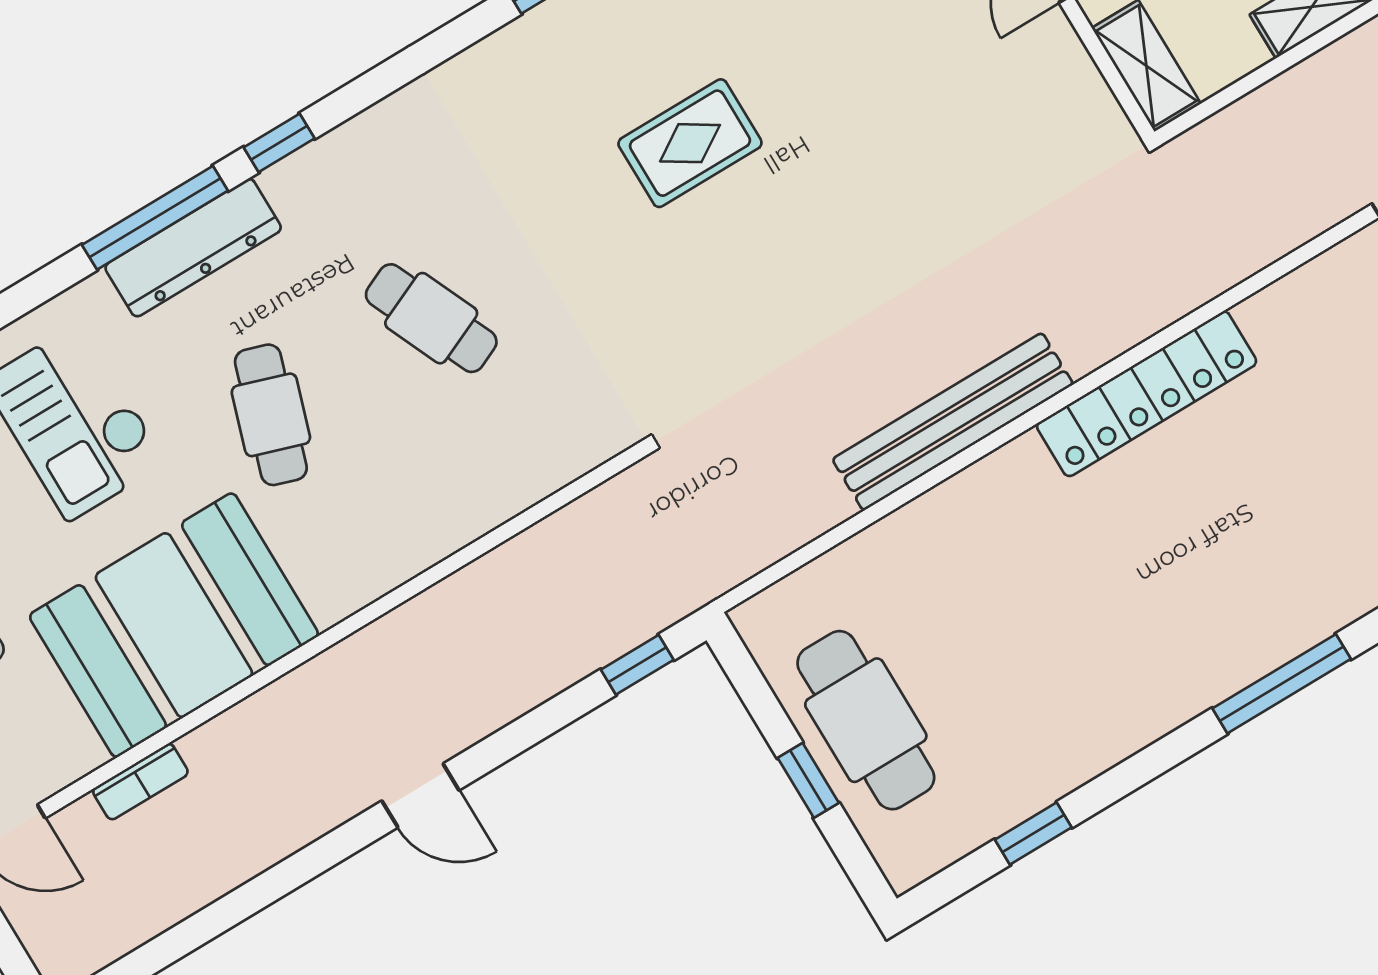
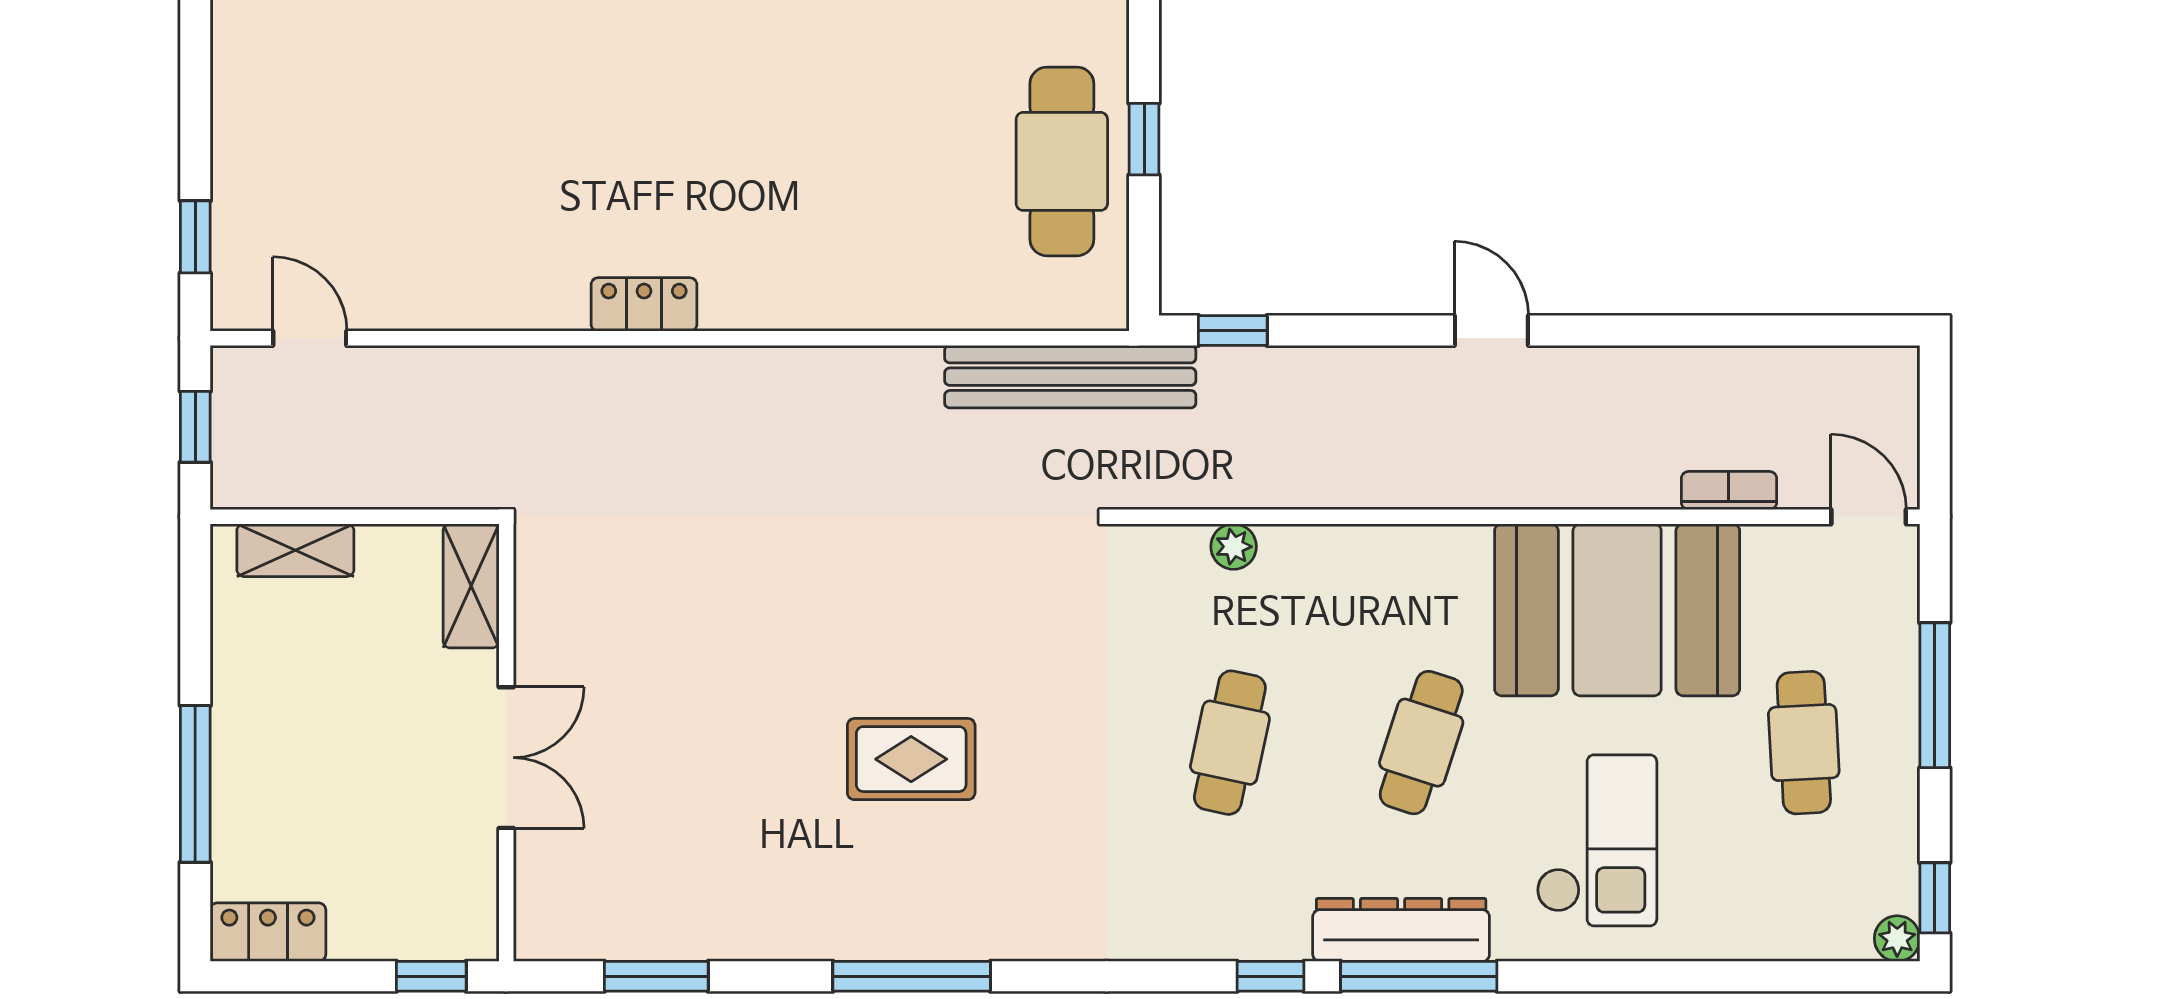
cafe table: (431, 318) -> (1230, 743), turned 36
locker: (1147, 394) -> (644, 304), width x0.46, depth x0.83
bench: (953, 422) -> (1070, 377), moved
plant: (527, 484) -> (1234, 547), added

